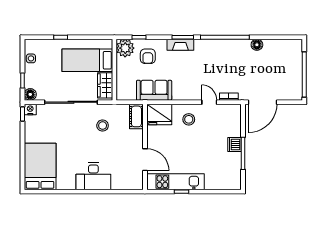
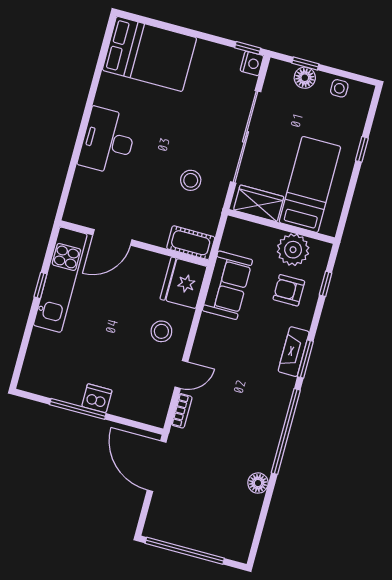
plant: (125, 48) -> (293, 250), moved
floor lamp: (30, 94) -> (305, 78), moved

